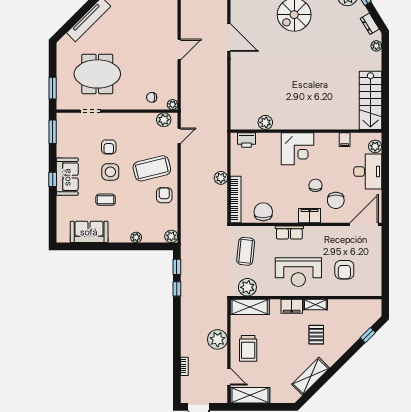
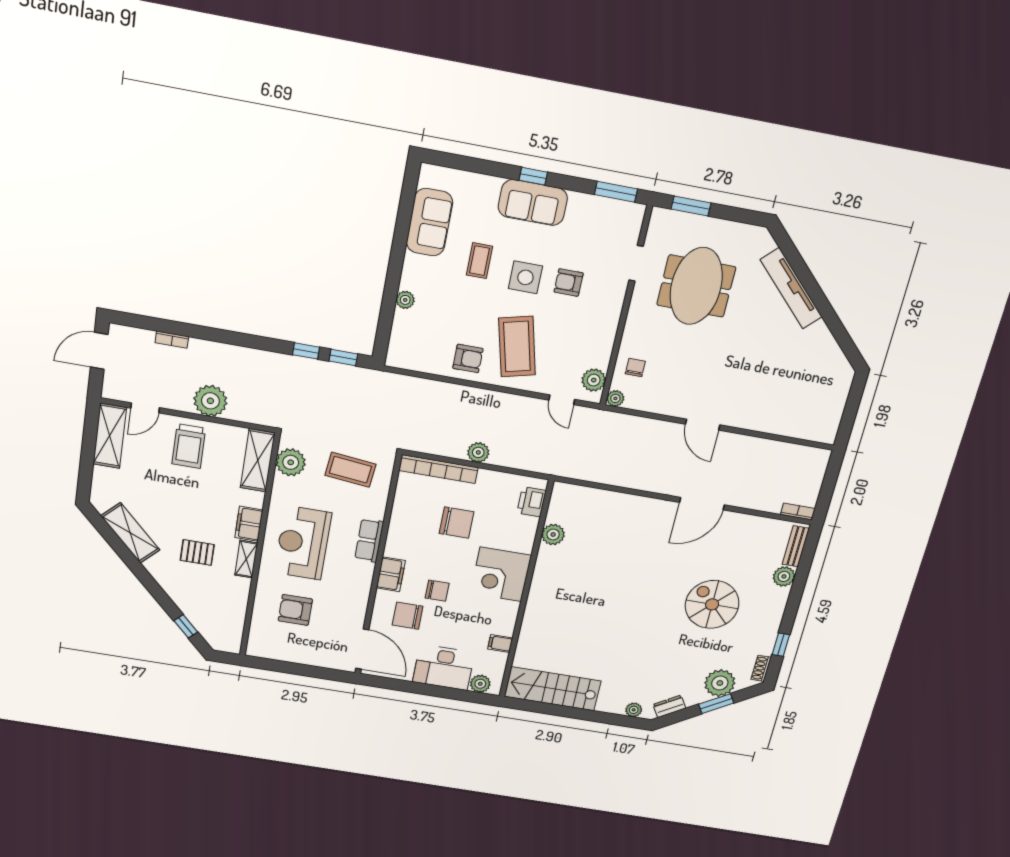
chair: (263, 212) -> (456, 523), moved
plant: (171, 236) -> (396, 358), removed
trolley: (248, 348) -> (189, 446), turned -90

